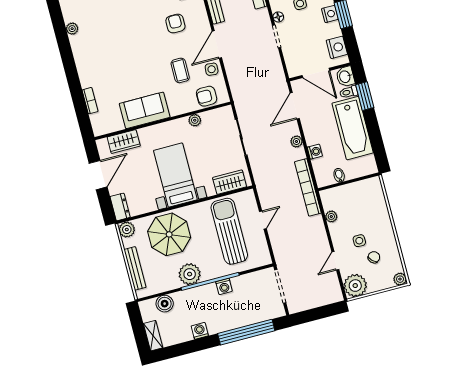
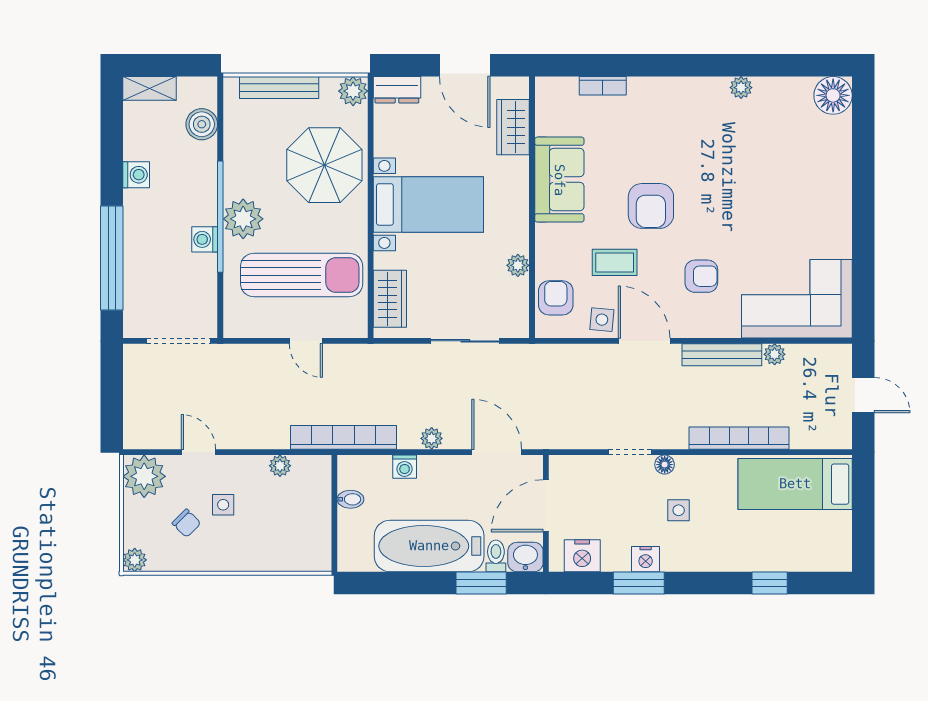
armchair: (146, 59) -> (651, 206), added
plant: (190, 274) -> (243, 219), moved

